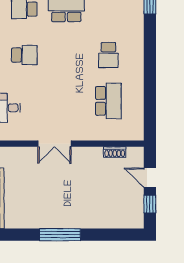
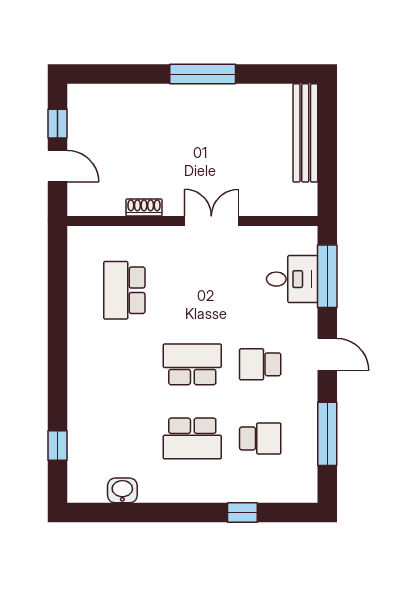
school desk: (108, 55) -> (192, 364), moved, width x1.85
shoe rack: (115, 152) -> (144, 208), moved

